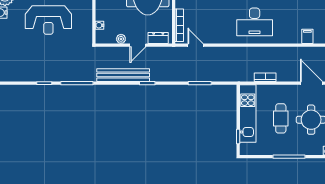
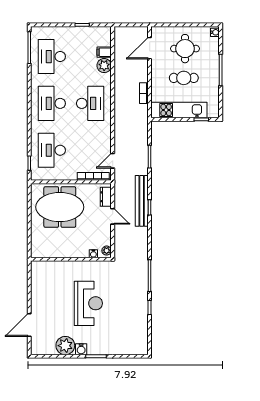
plant: (294, 36) -> (104, 66), added
plant: (121, 39) -> (107, 251), moved
bench: (123, 75) -> (142, 201), moved

